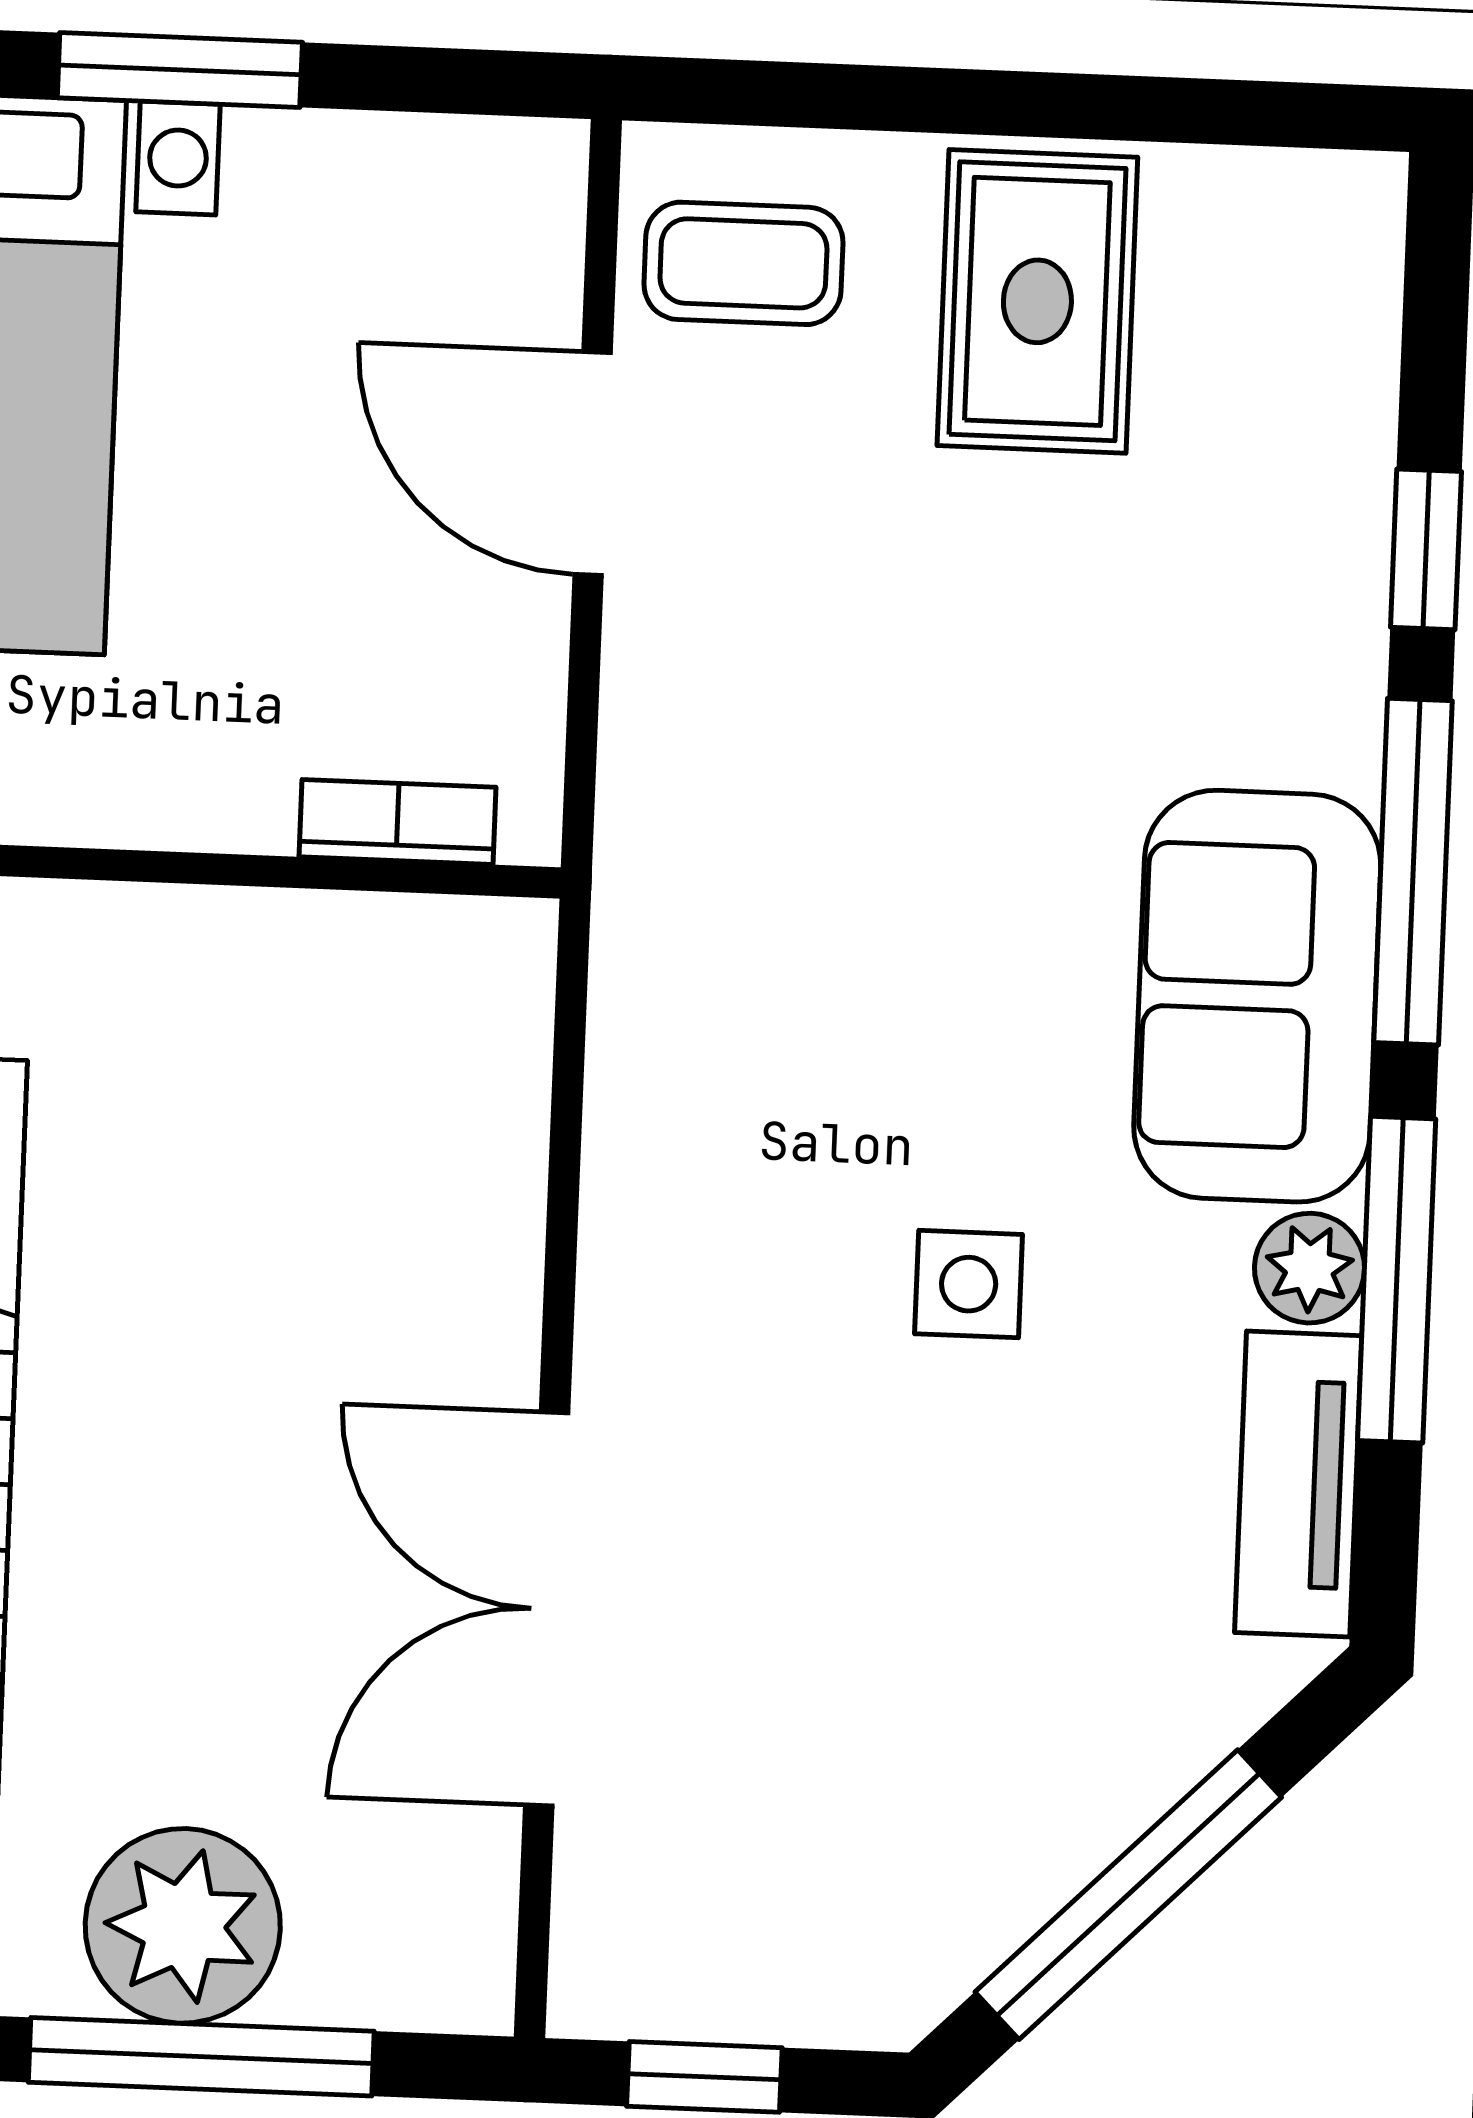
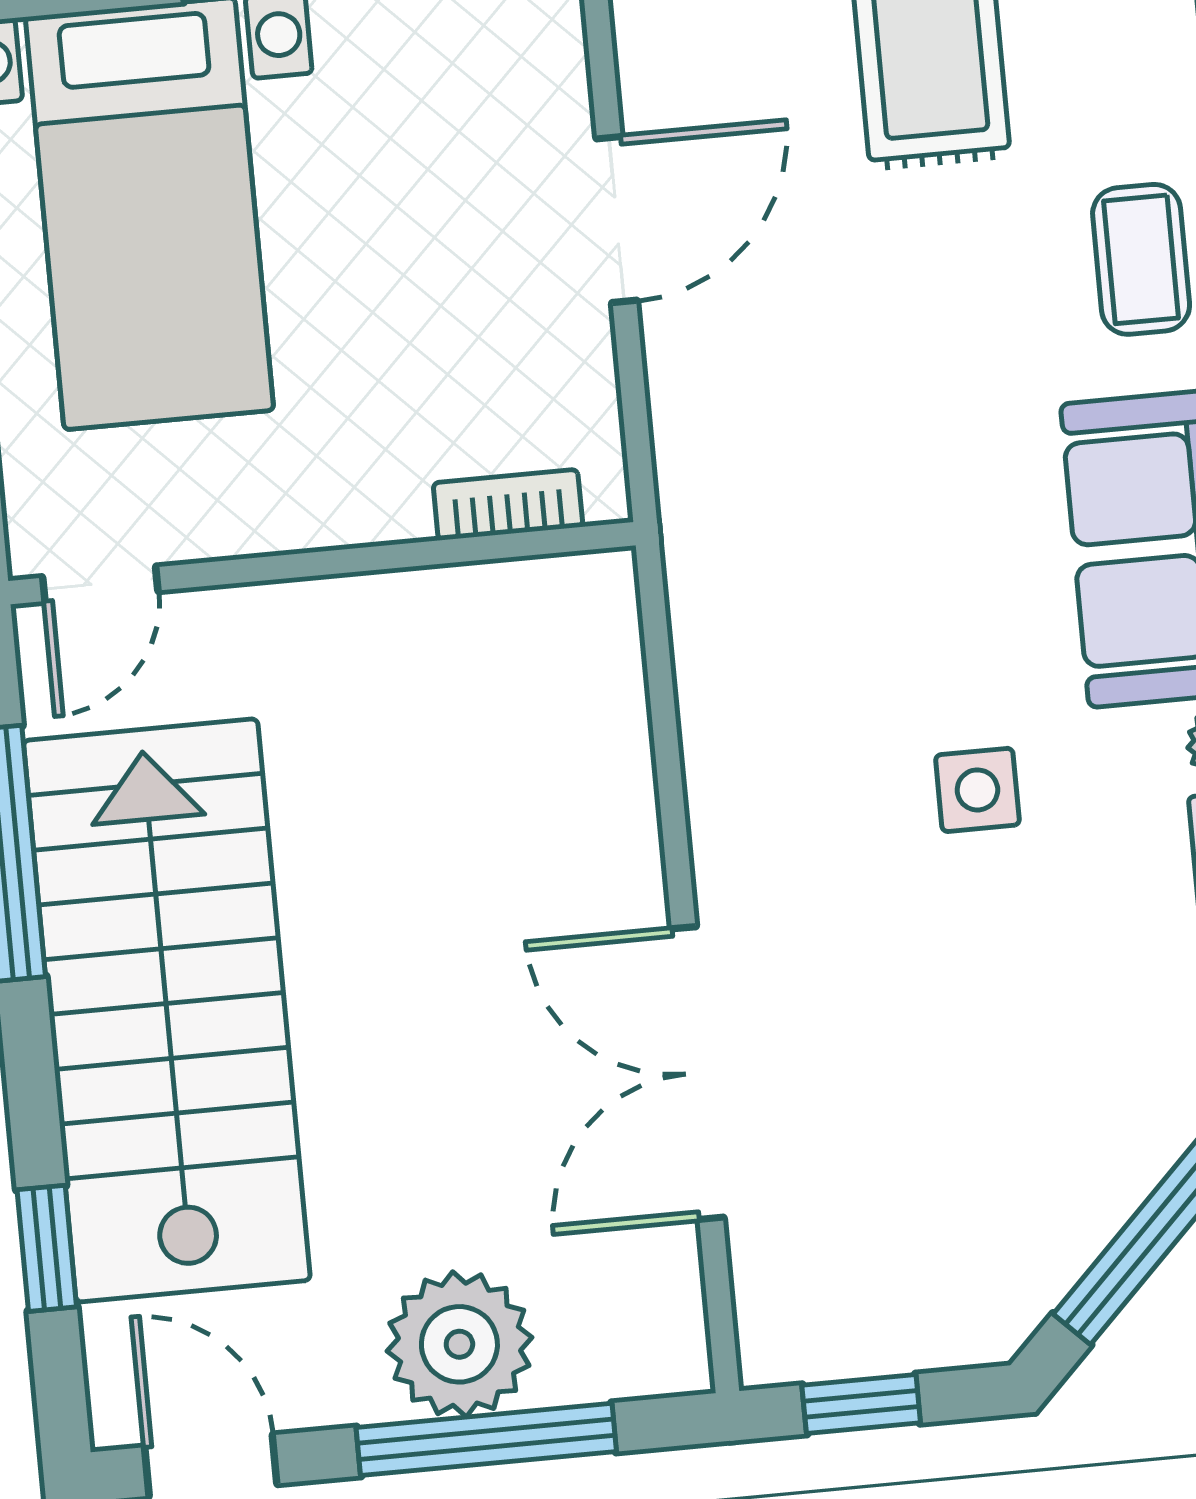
coffee table: (743, 263) -> (1141, 259), moved, turned 90
door: (593, 464) -> (617, 220), swing flipped

